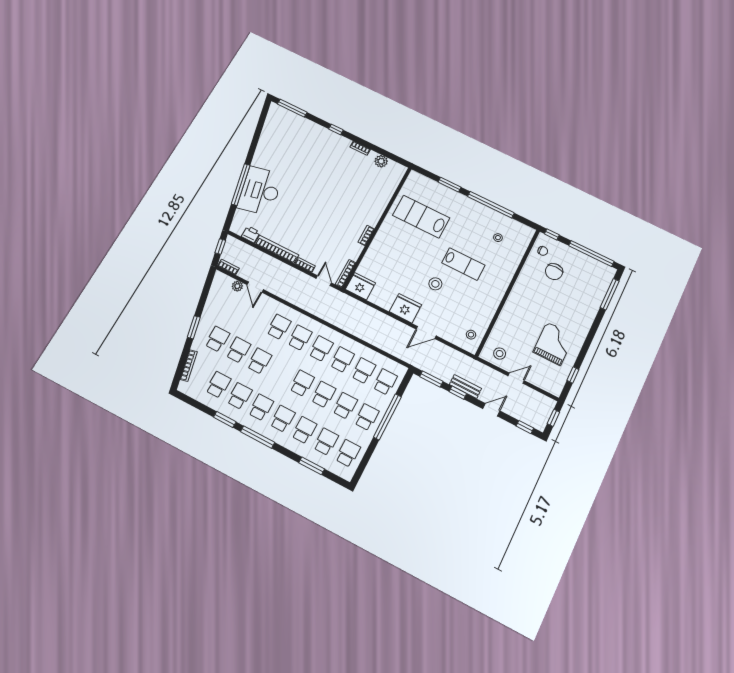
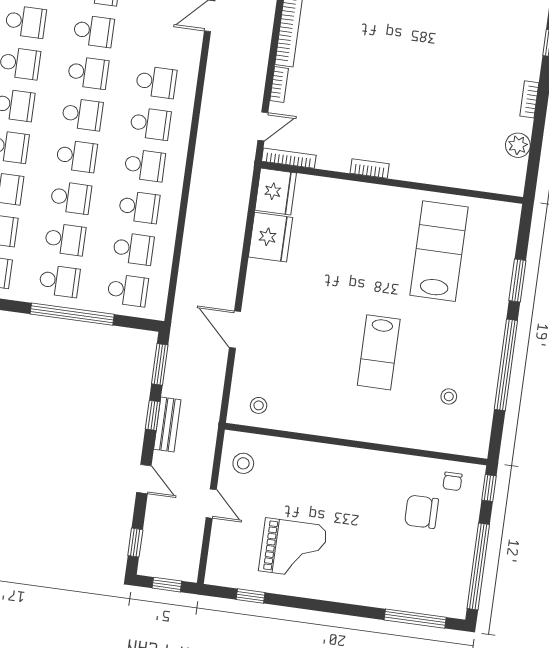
stool: (435, 284) -> (326, 317), removed
fridge: (405, 308) -> (271, 237), moved
school desk: (281, 372) -> (82, 114), added

